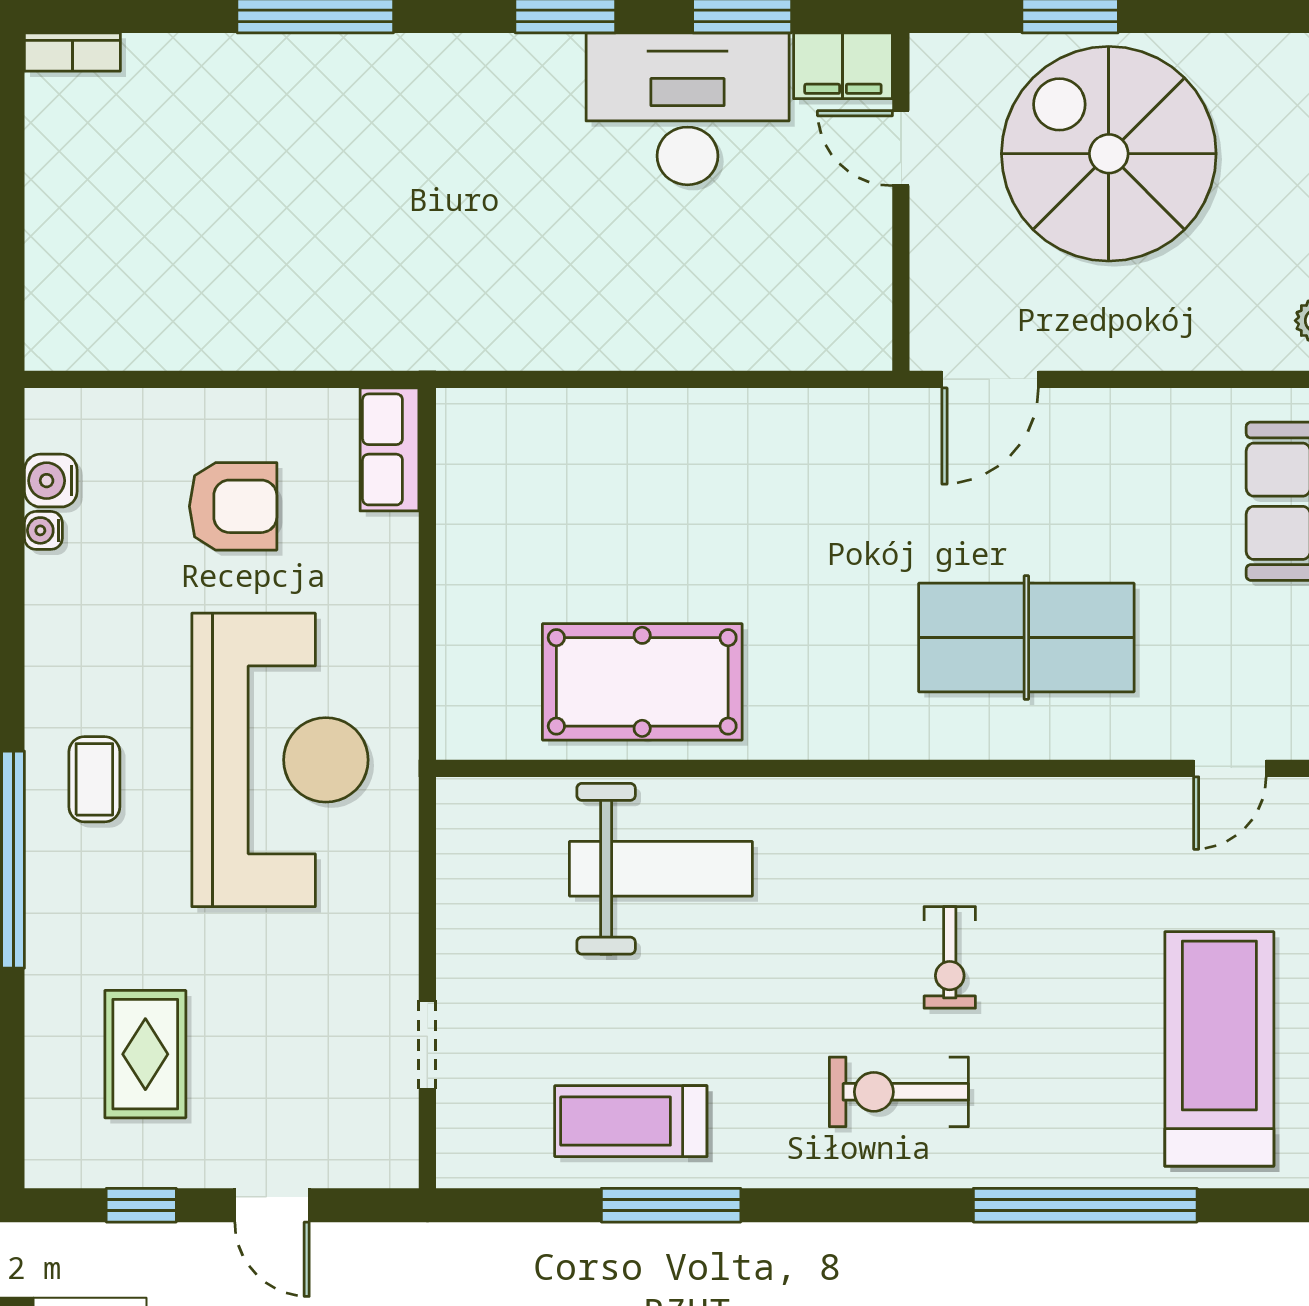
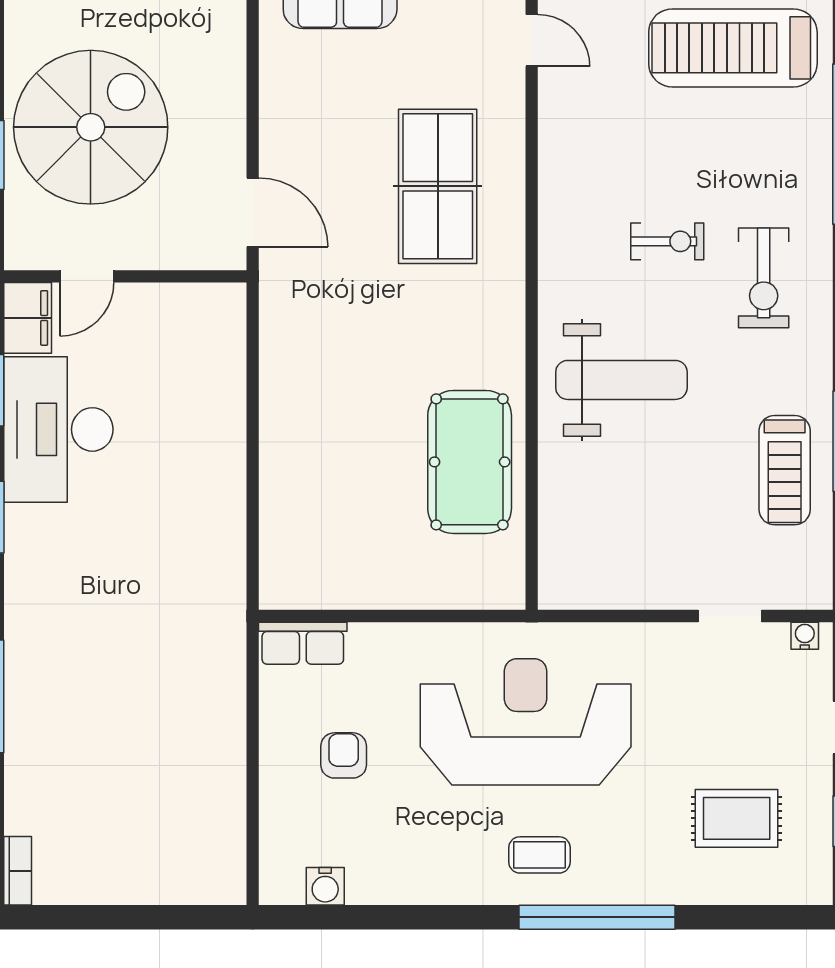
spiral stairs: (1109, 154) -> (91, 127), turned 180
armchair: (233, 506) -> (344, 755), width x0.72, depth x0.72
water cooler: (43, 530) -> (805, 636), moved, turned 180
weight bench: (661, 869) -> (621, 380), moved, turned 90

